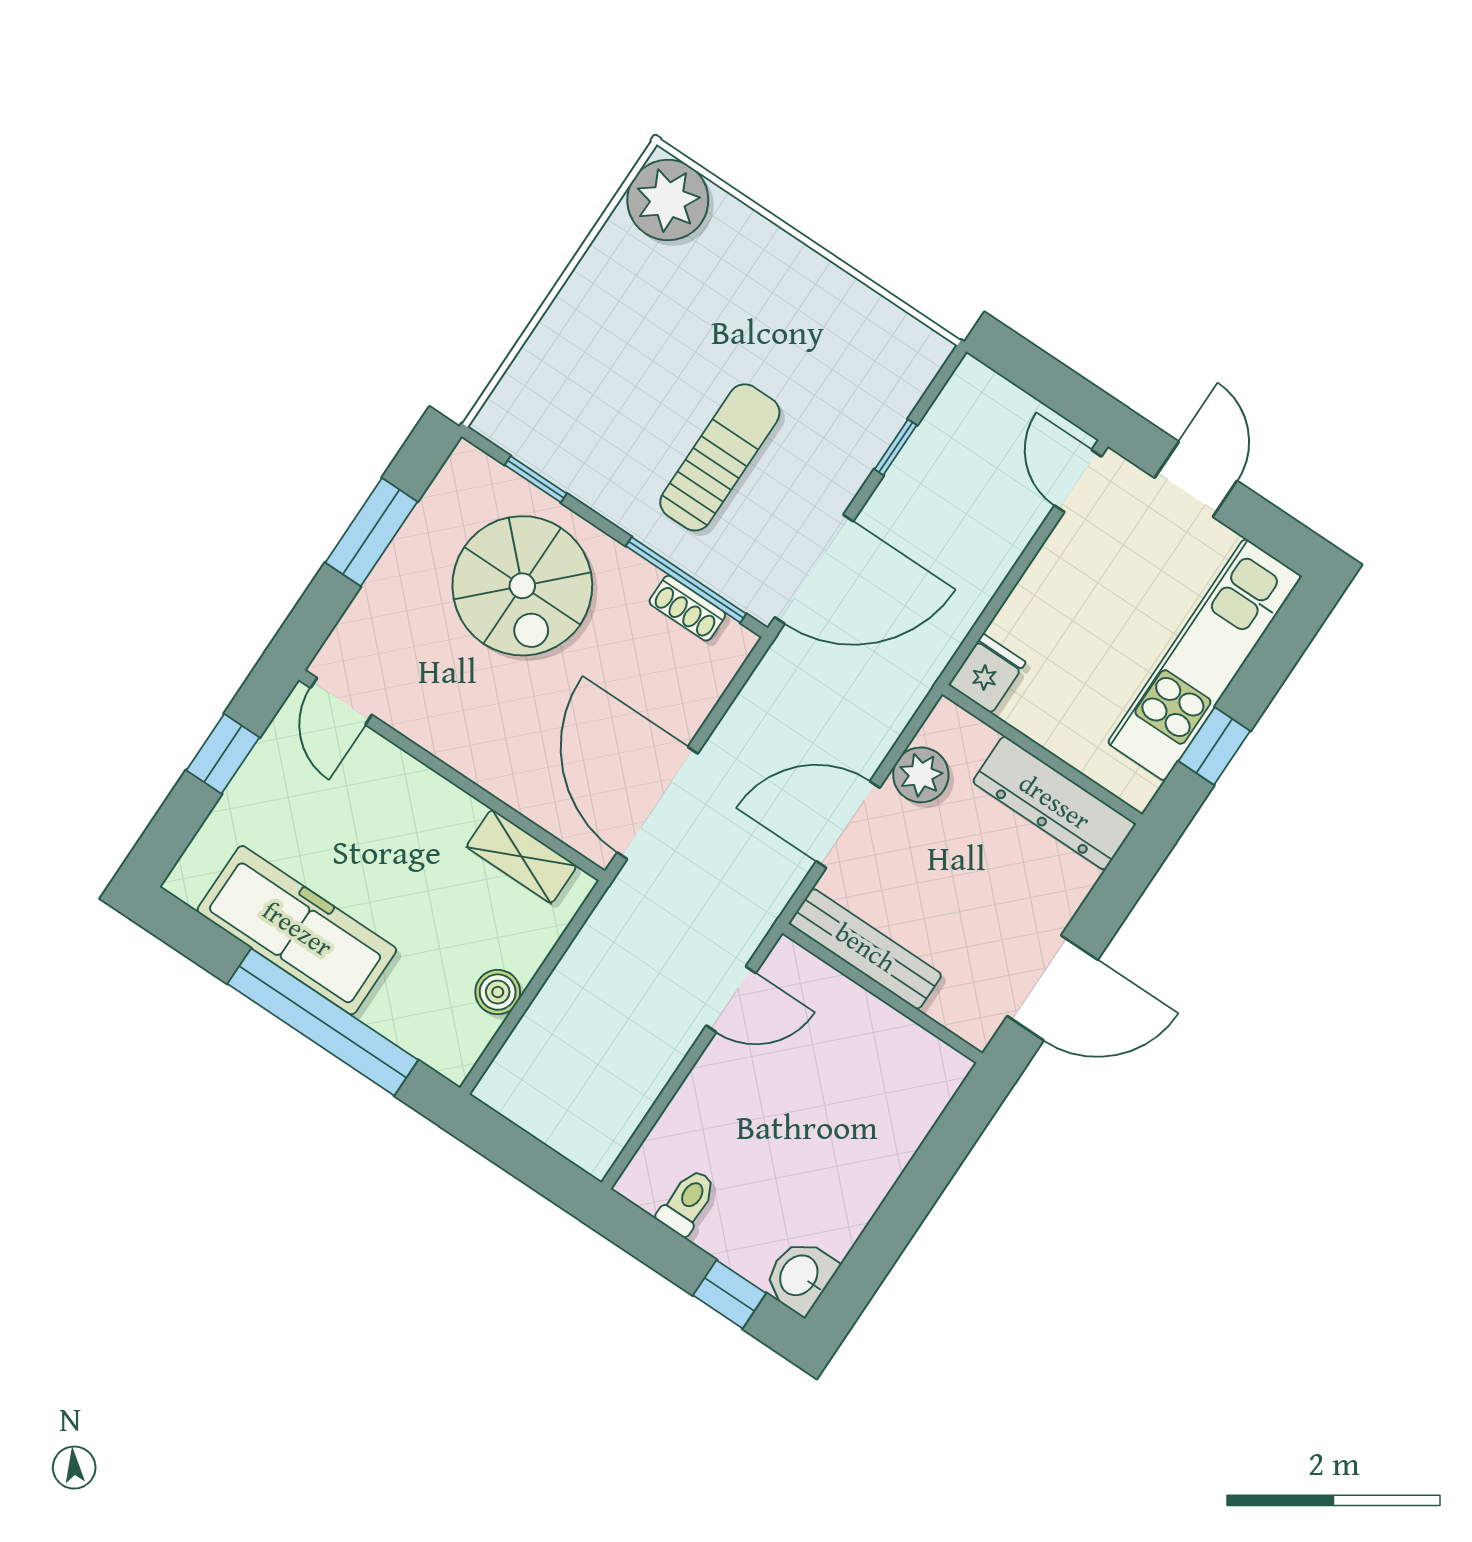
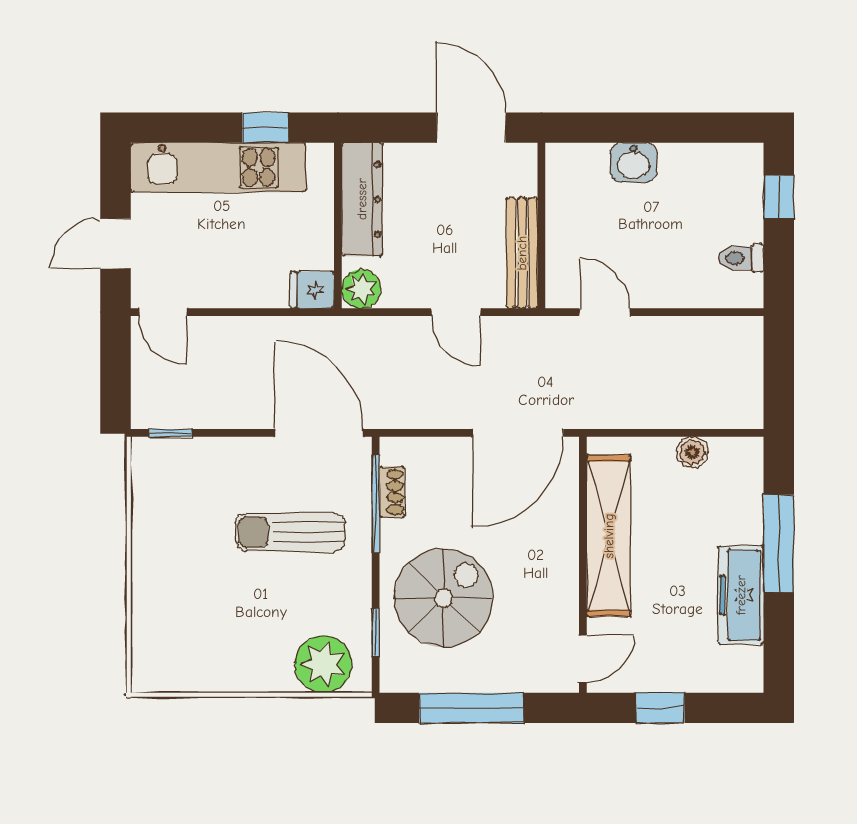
plant: (668, 200) -> (323, 664), moved
window: (896, 447) -> (170, 433), moved
door: (1078, 481) -> (163, 312), hinge flipped
window: (371, 532) -> (471, 708), width x1.44
plant: (921, 775) -> (361, 289), moved
door: (848, 825) -> (456, 312), width x0.73
shelving: (521, 856) -> (609, 536), width x2.20, depth x1.33
freezer: (297, 930) -> (741, 595), width x0.73, depth x0.79
window: (323, 1022) -> (779, 544), width x0.68
washbasin: (800, 1276) -> (634, 162), moved

